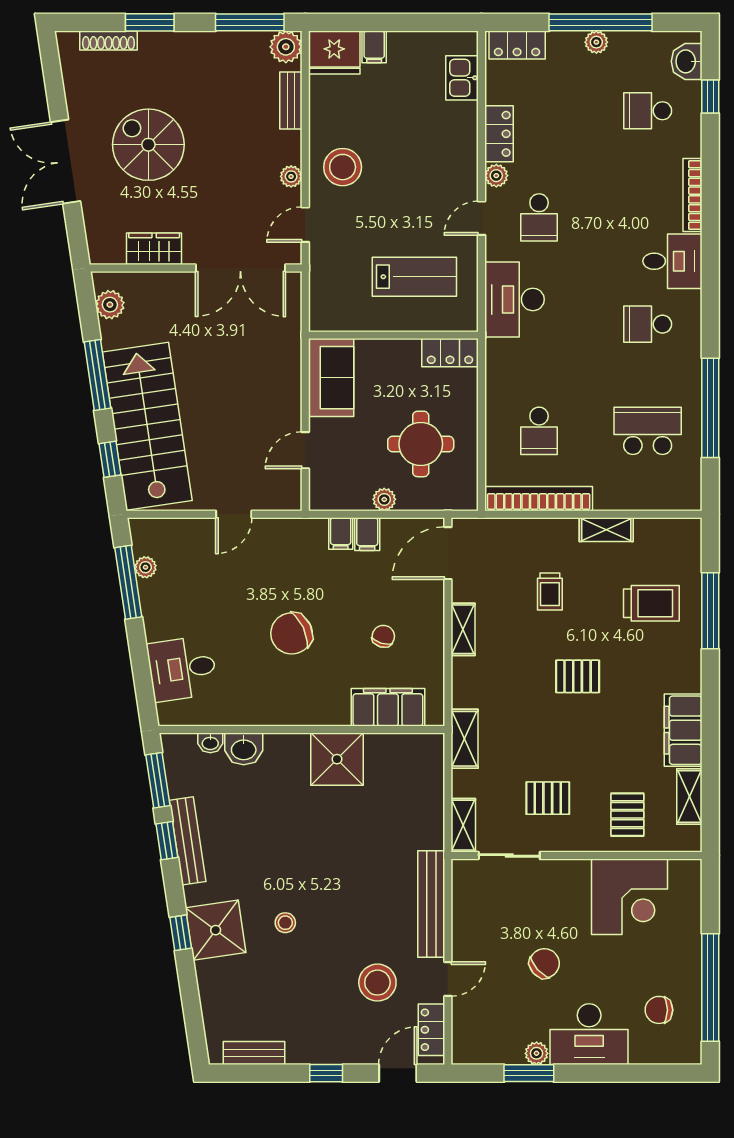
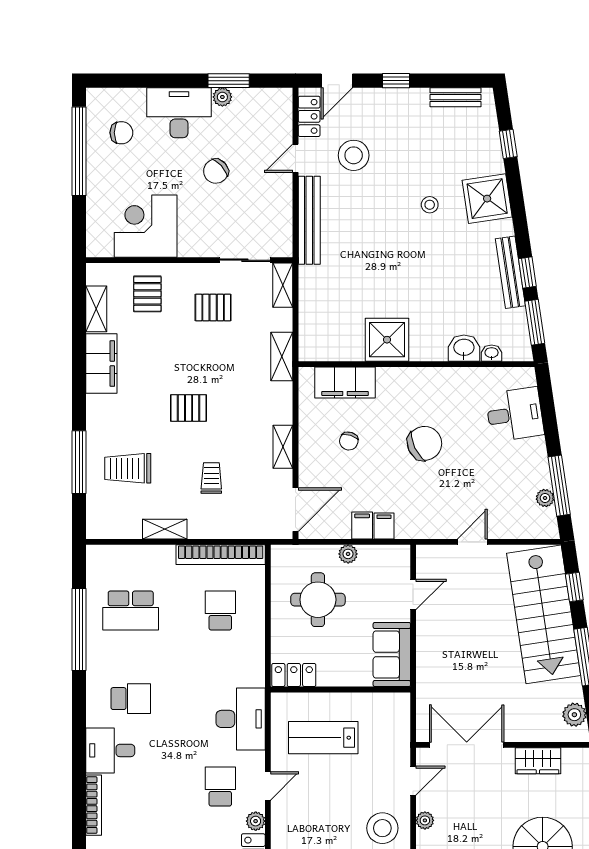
window: (181, 933) -> (508, 144), moved

